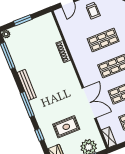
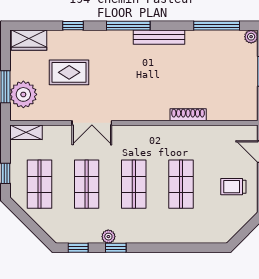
double door: (89, 103) -> (92, 123), width x0.73
rug: (66, 127) -> (69, 72), turned 90

